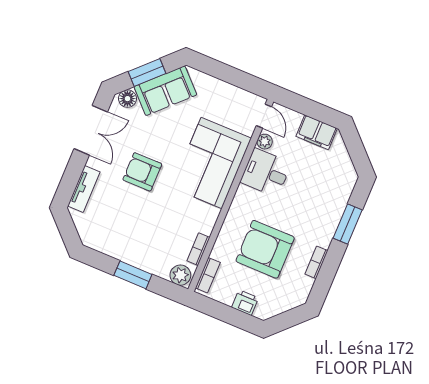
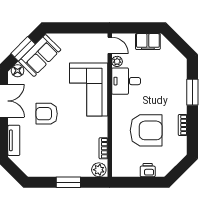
armchair: (265, 249) -> (146, 130), turned 180
bookcase: (208, 275) -> (116, 162), removed

